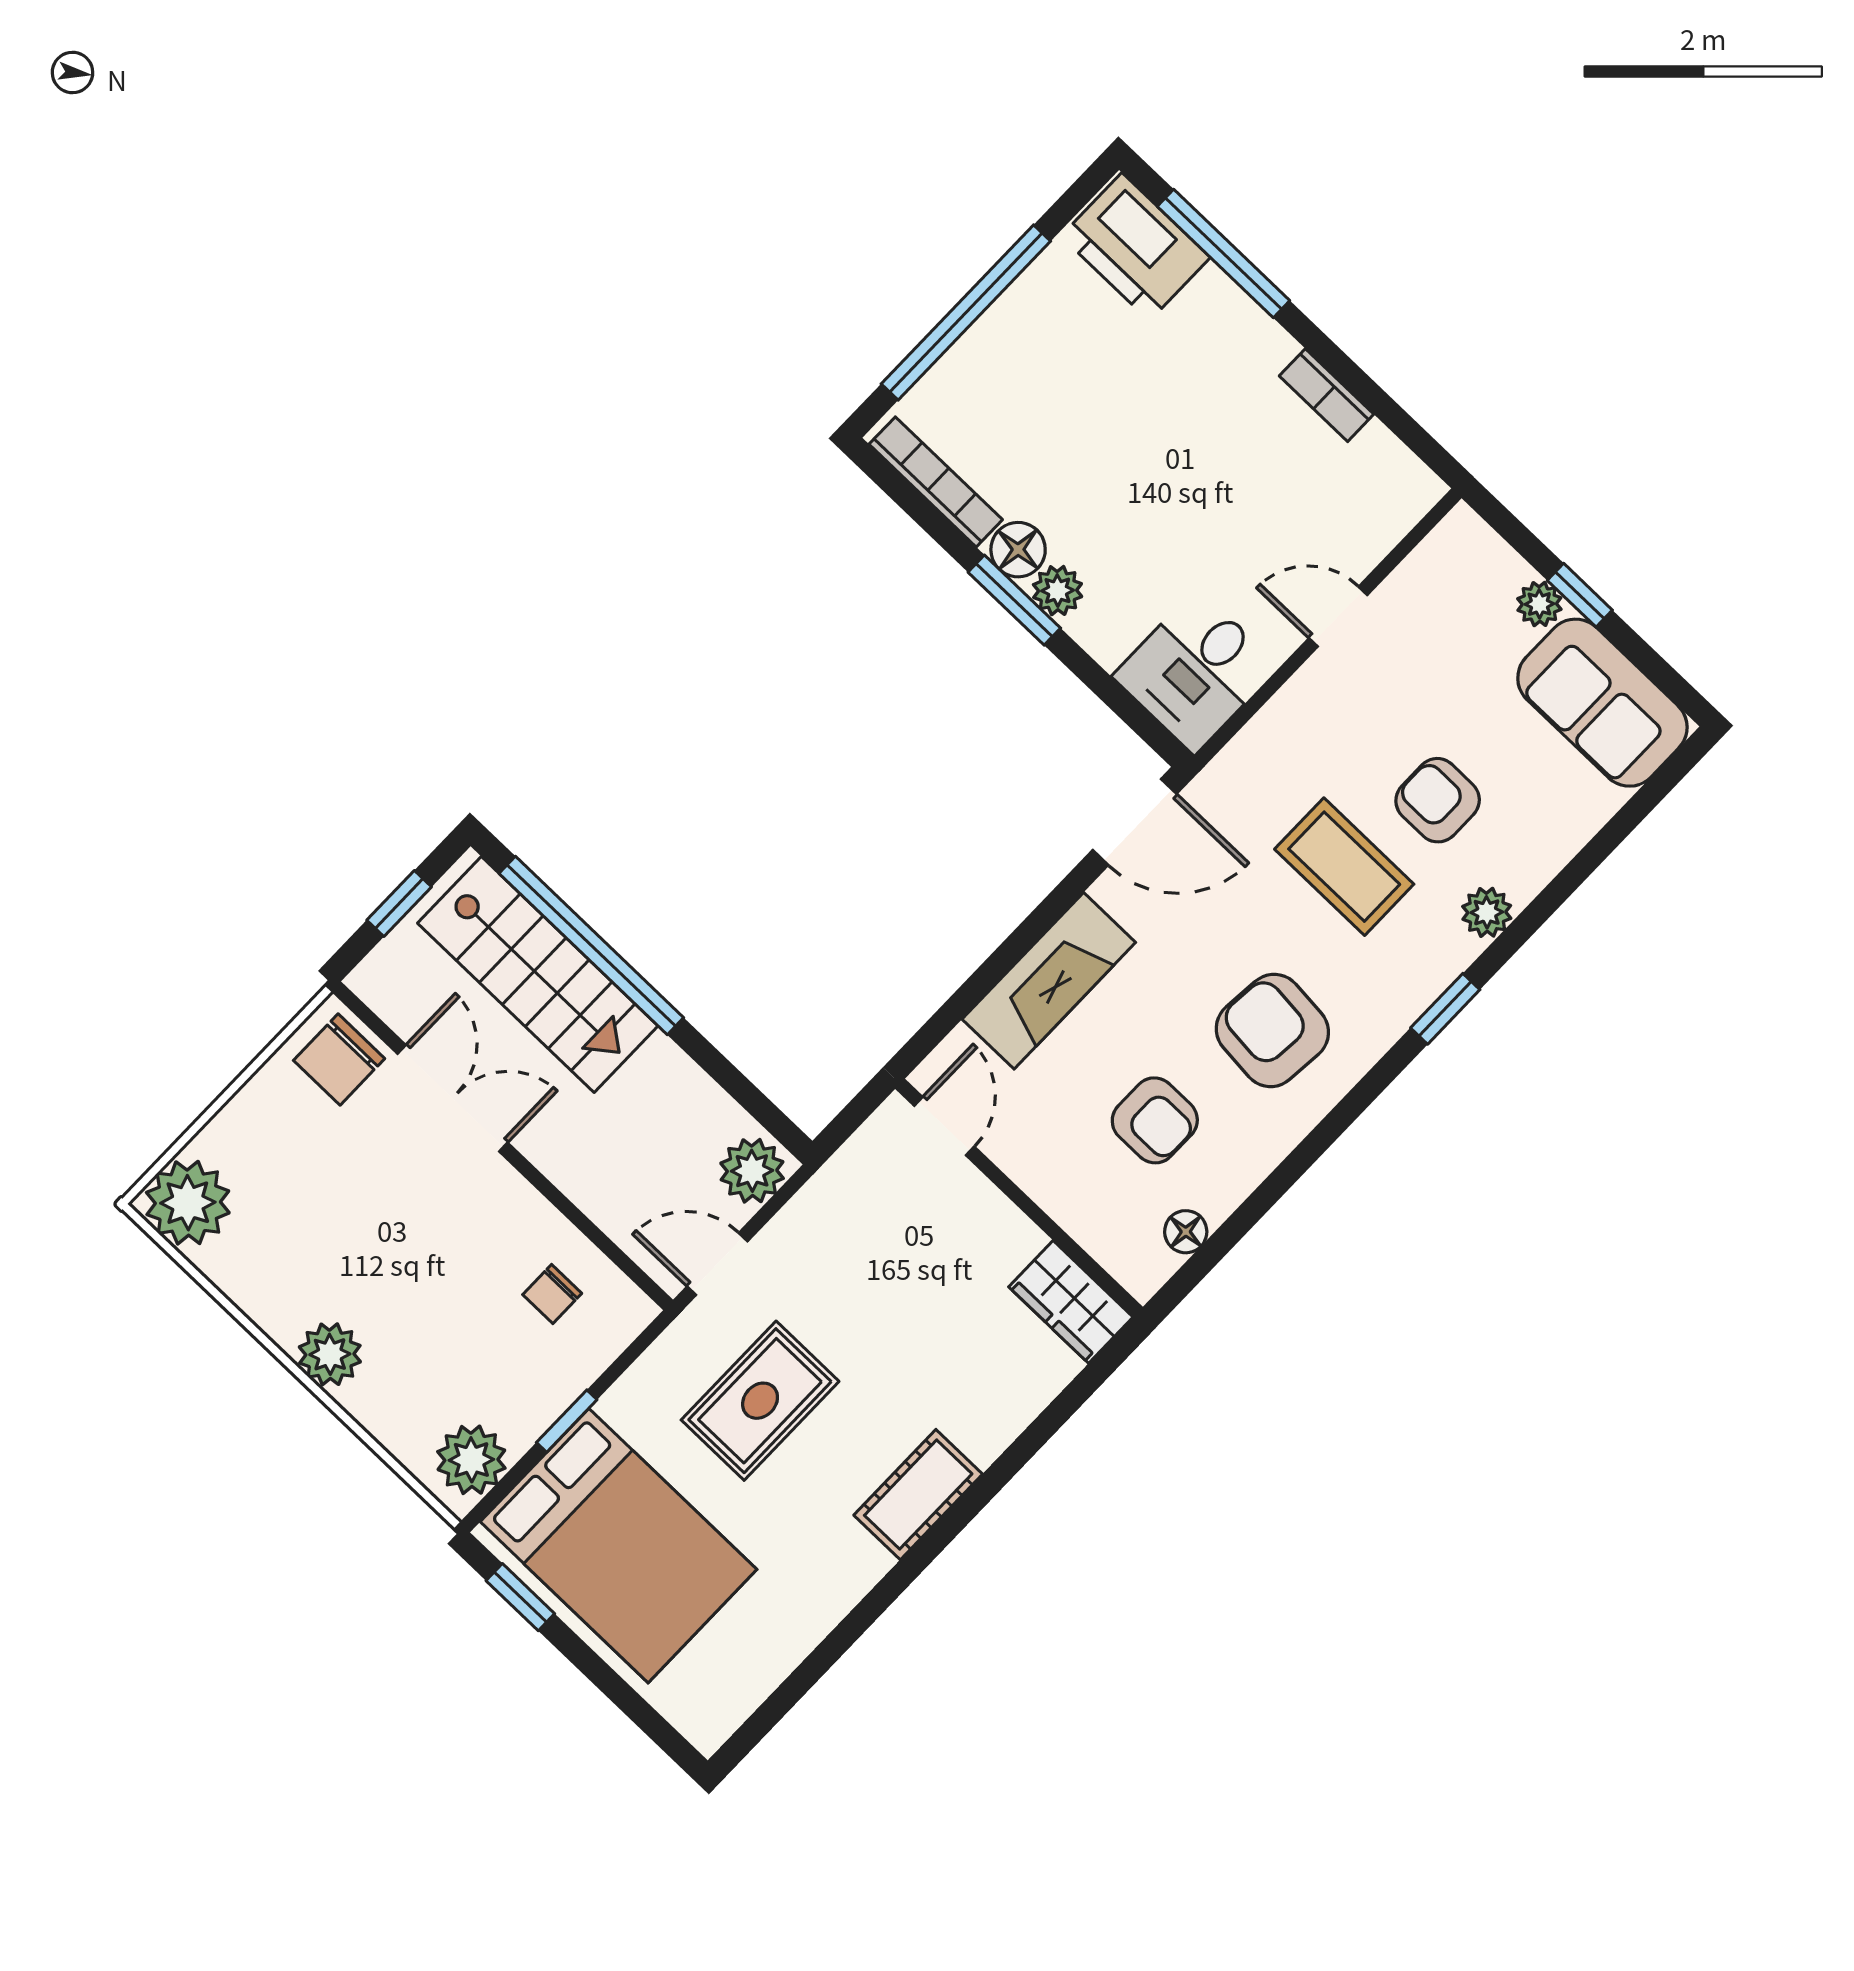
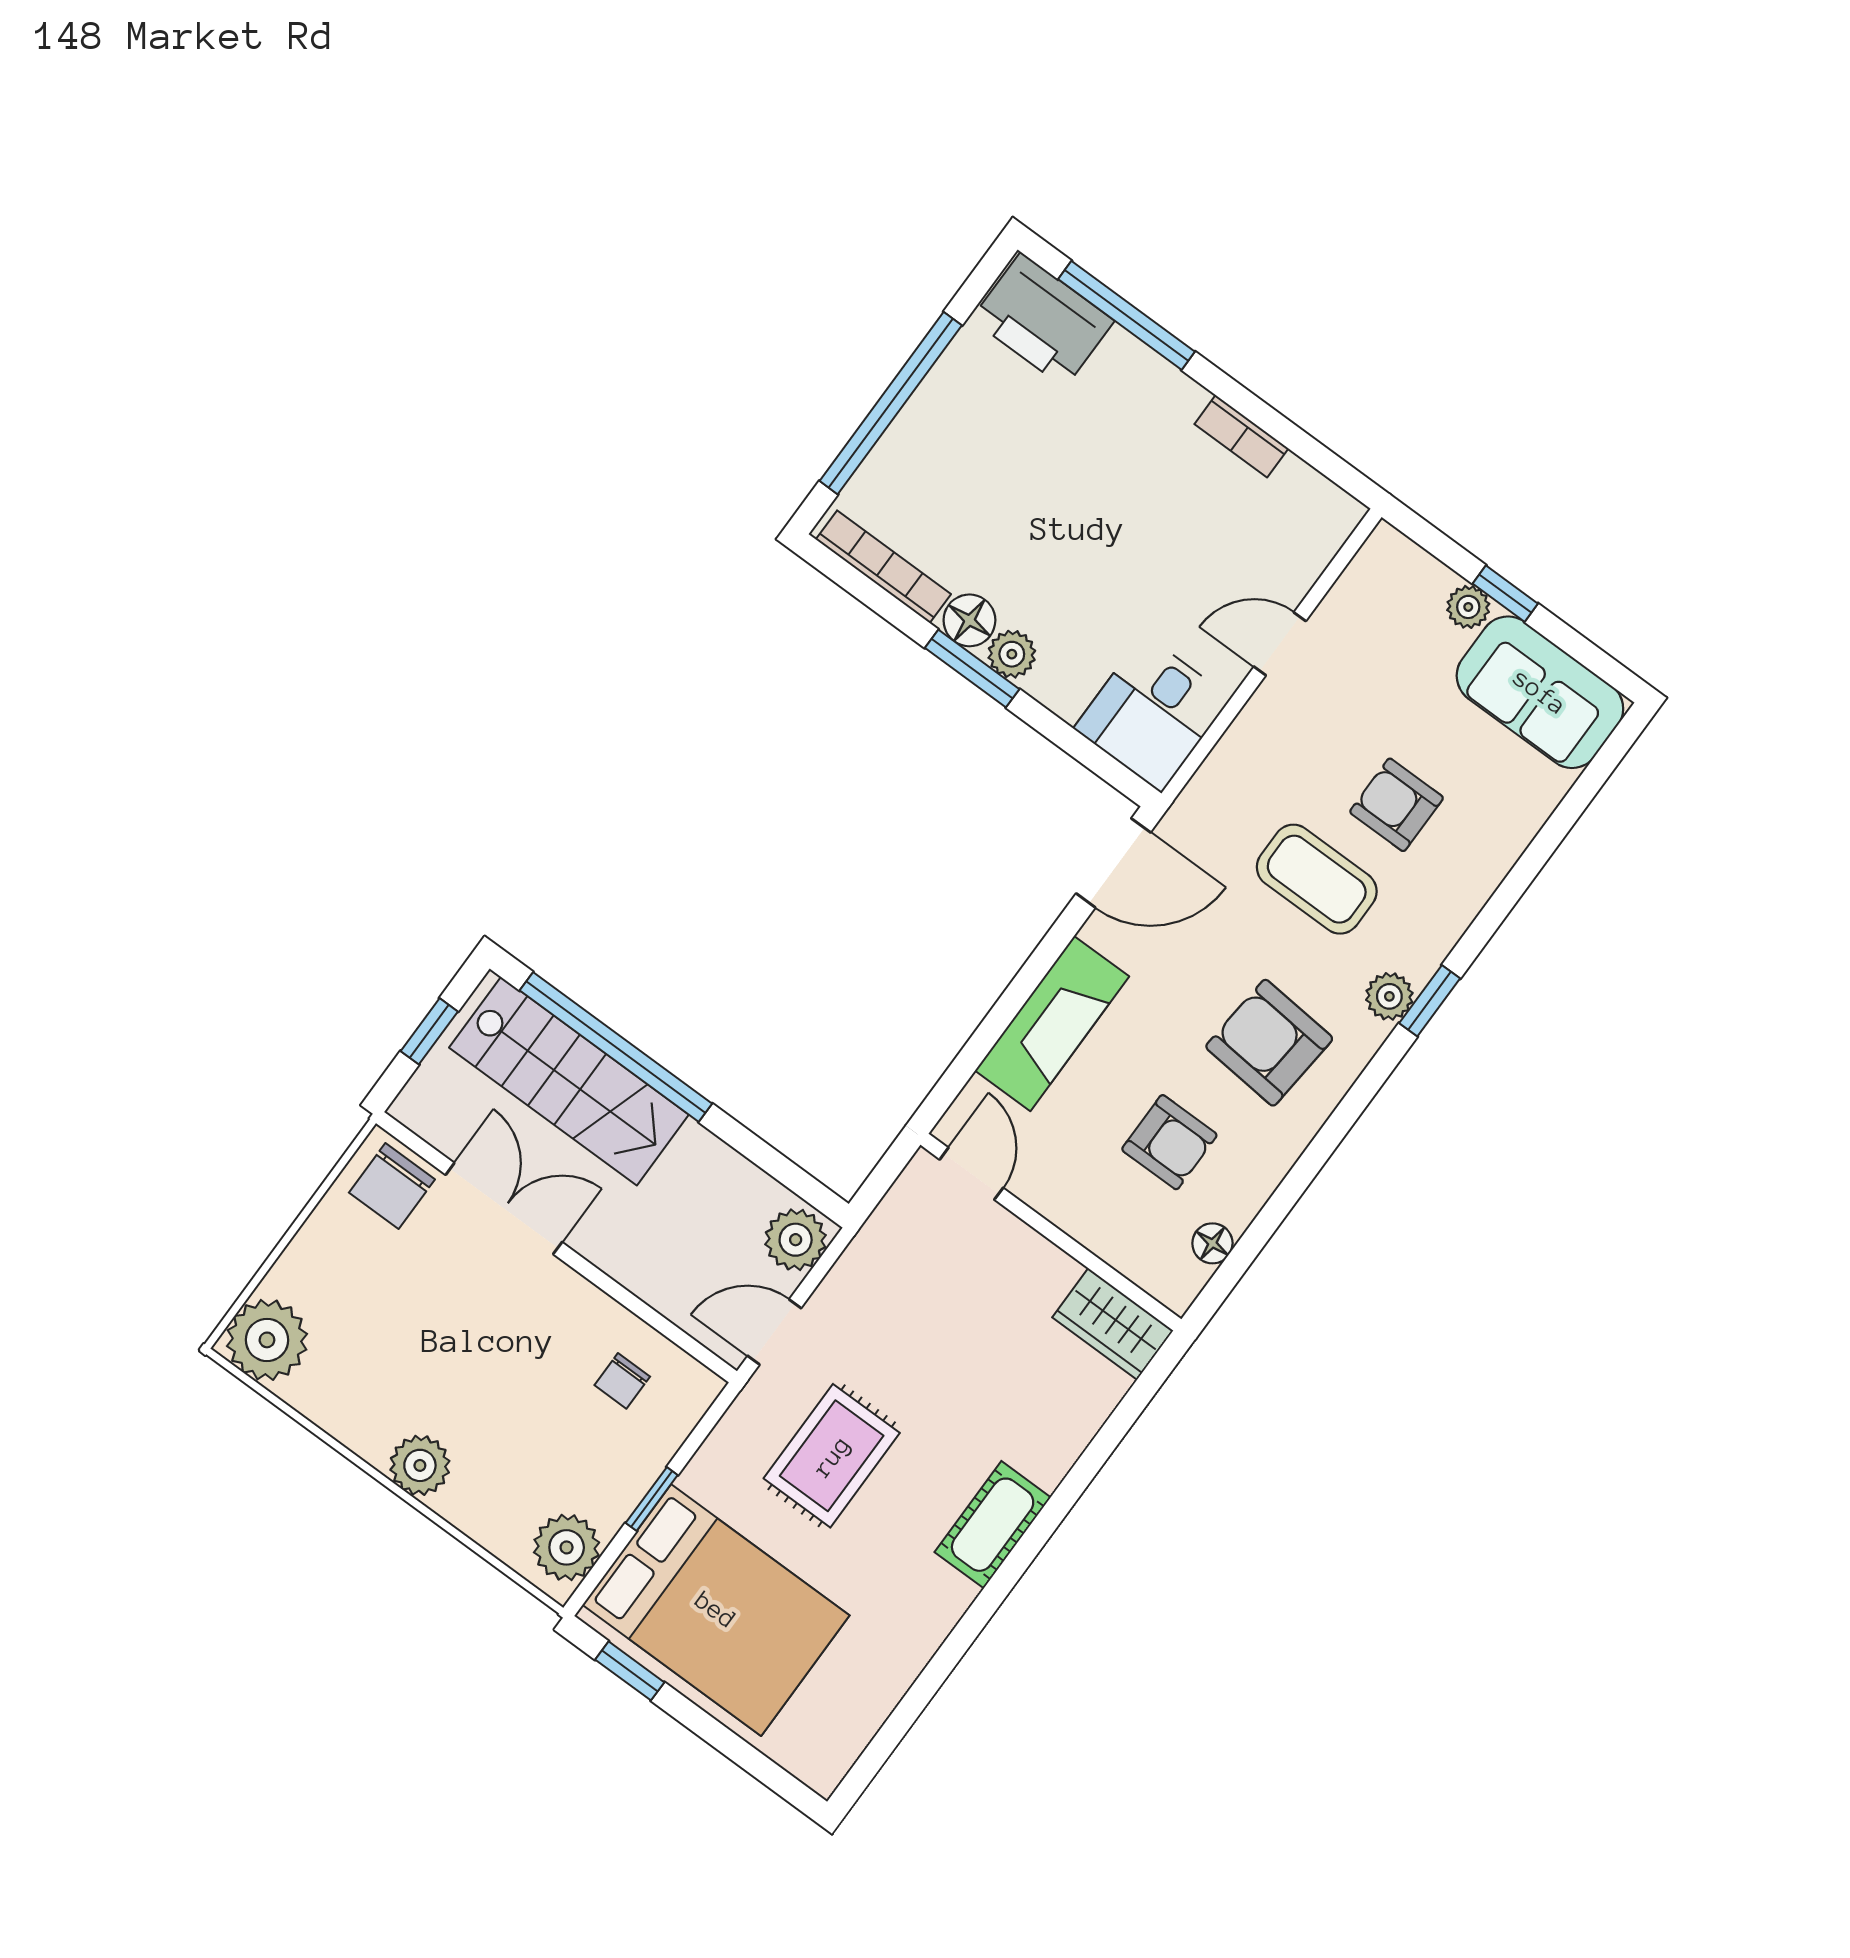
plant: (1487, 912) -> (1389, 996), moved

